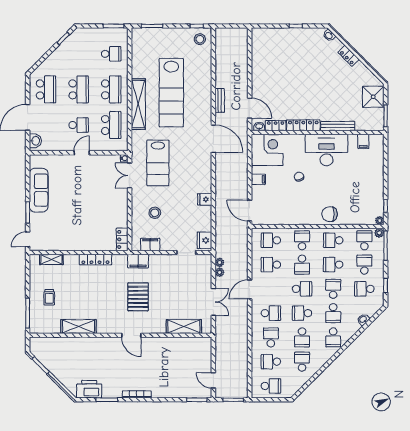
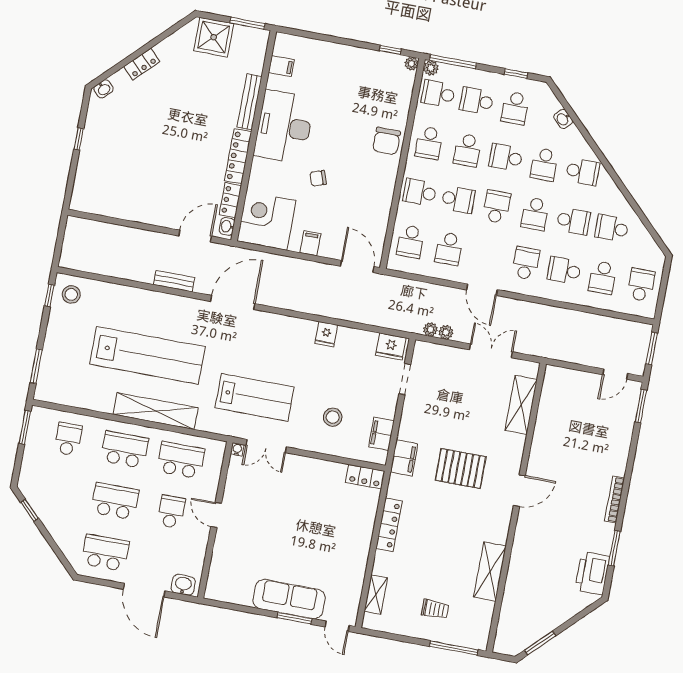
sofa: (39, 190) -> (289, 599), moved
door: (250, 211) -> (357, 266), swing flipped
school desk: (333, 313) -> (544, 165), turned 90

